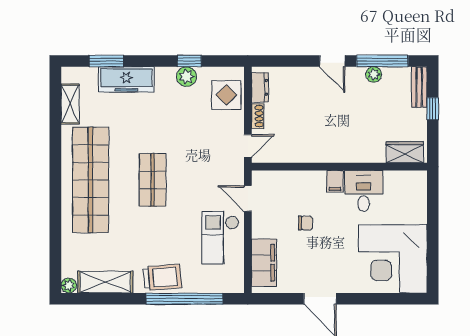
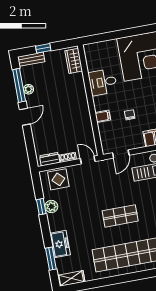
freezer: (126, 79) -> (60, 244), width x0.71
shelving: (70, 104) -> (71, 278), moved
filing cabinet: (335, 181) -> (103, 116), moved

